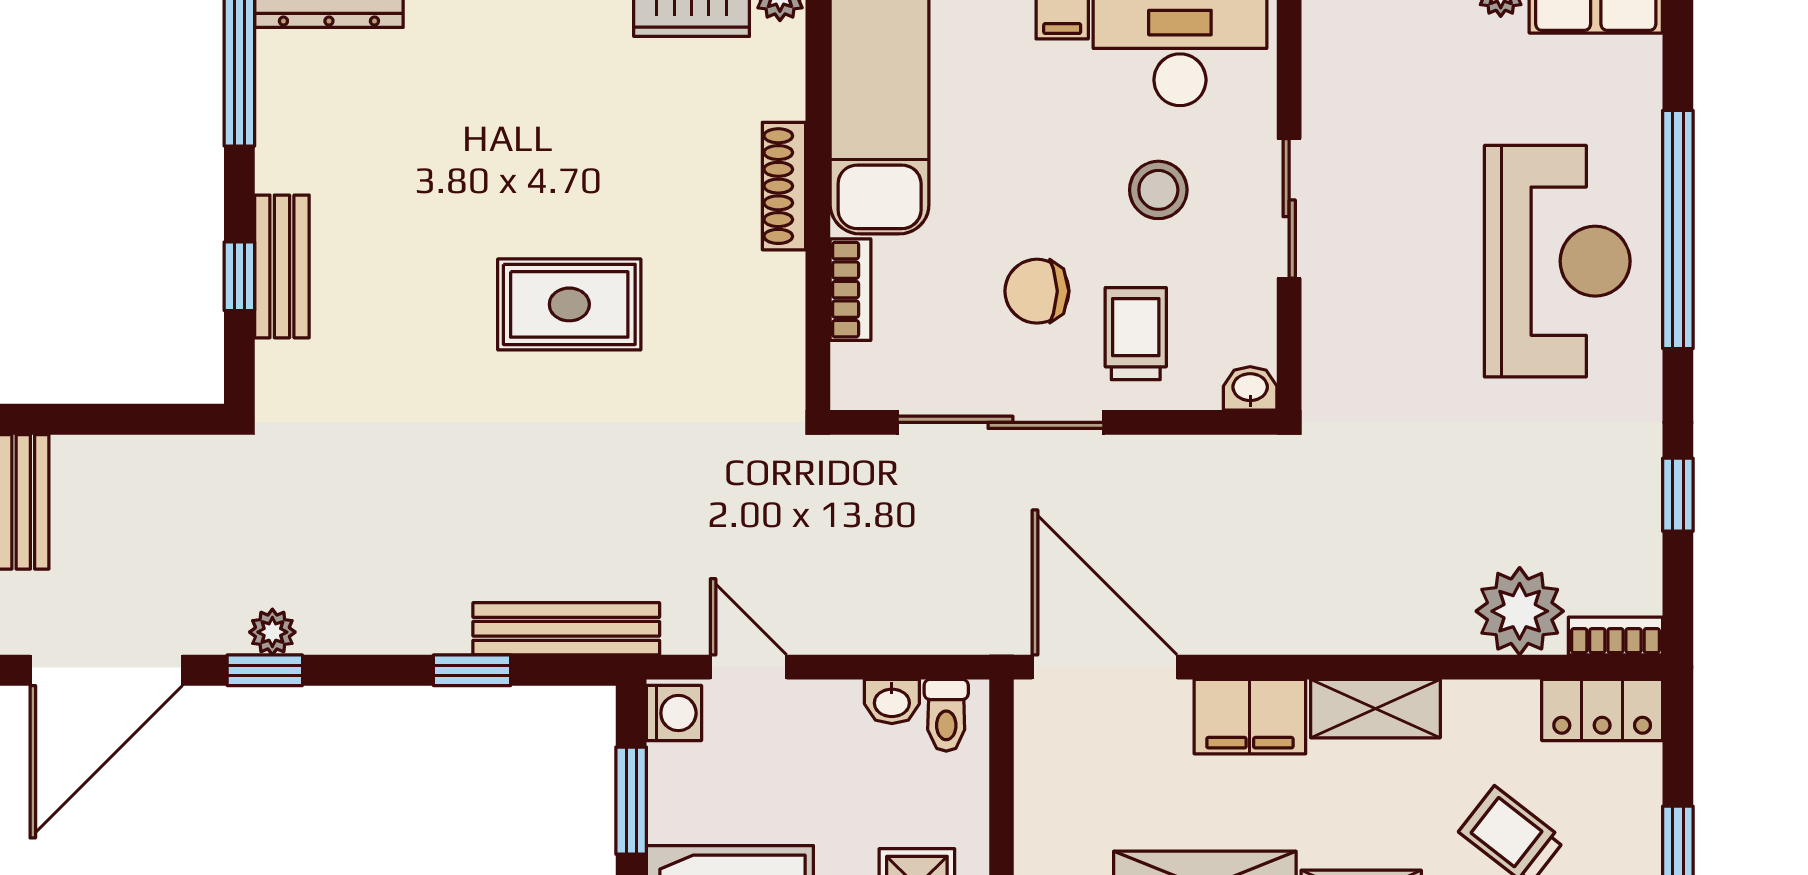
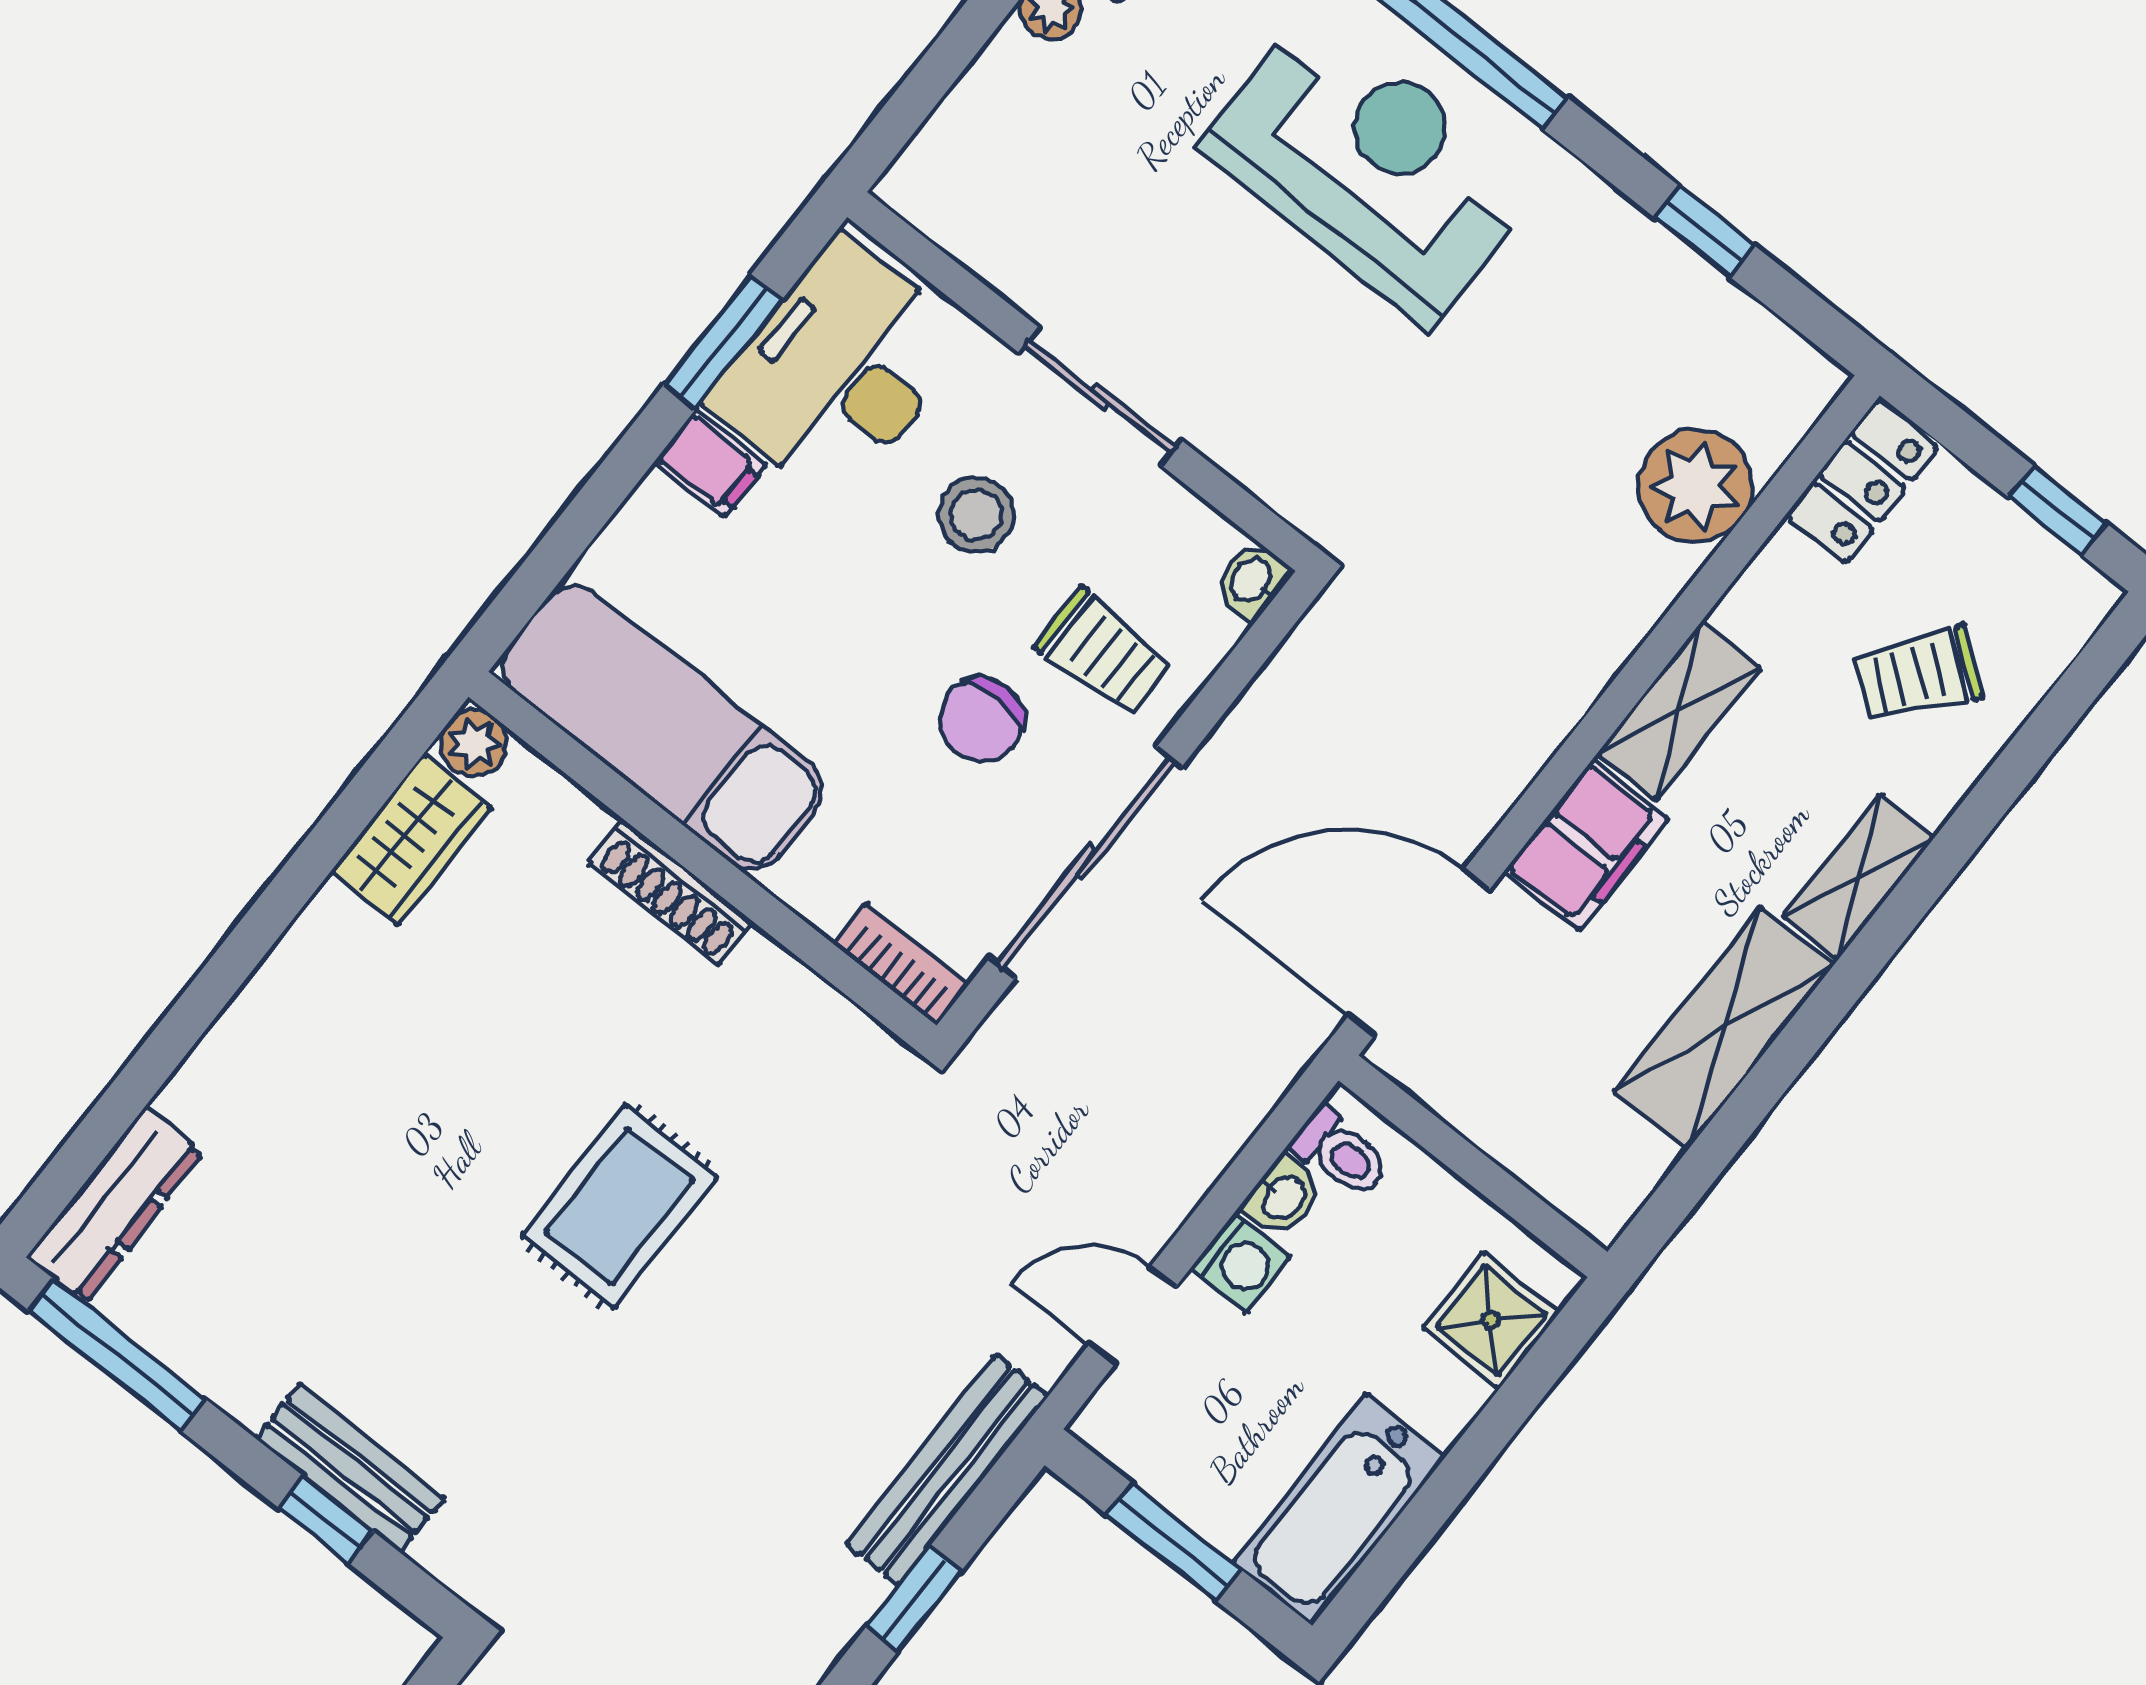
bookcase: (850, 290) -> (901, 964), moved
trolley: (1136, 334) -> (1104, 653), turned 180
bookcase: (1615, 636) -> (1798, 408), removed
washing machine: (674, 713) -> (1240, 1262), moved, turned 90

